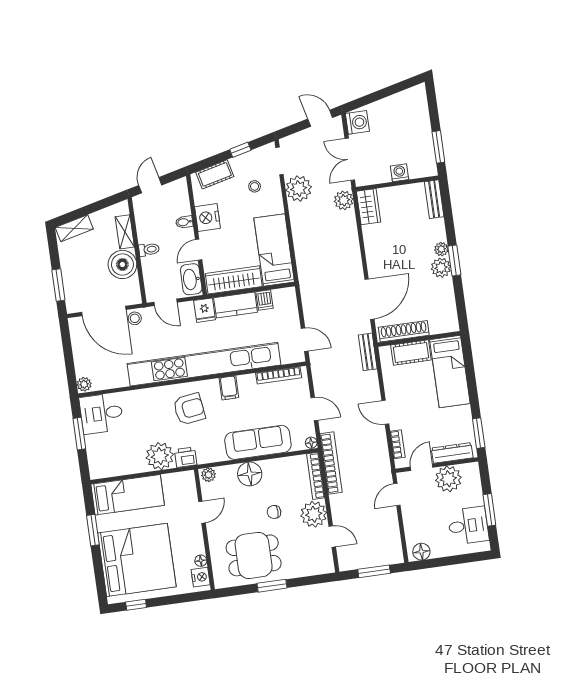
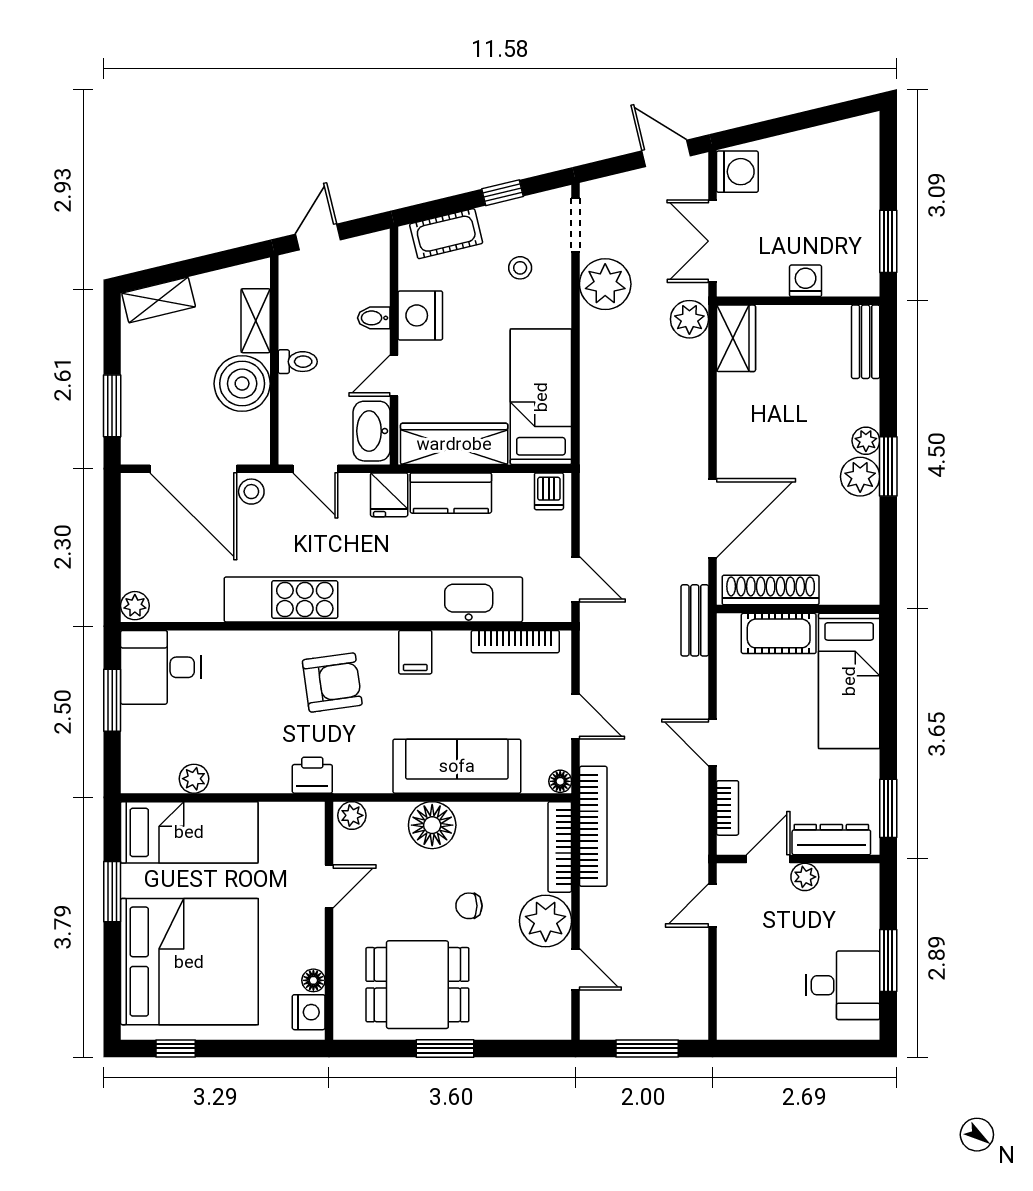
dishwasher: (264, 300) -> (549, 491), moved
plant: (160, 456) -> (194, 779), moved, width x0.53, depth x0.53
plant: (448, 479) -> (805, 877), width x0.53, depth x0.53
floor lamp: (421, 552) -> (745, 1023), removed

